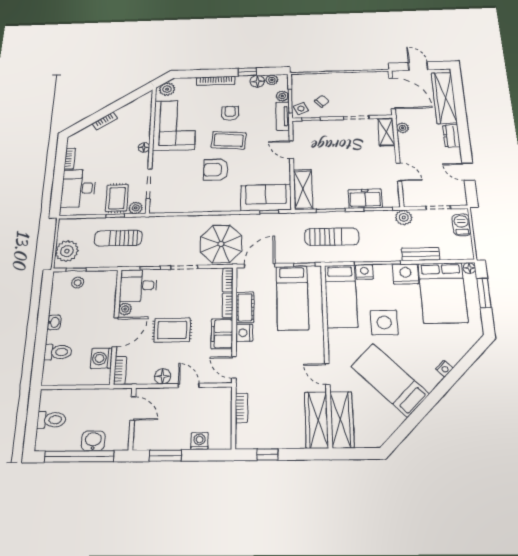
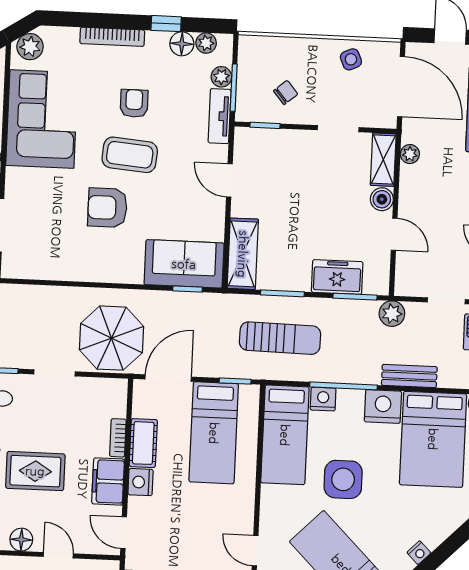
side table: (301, 109) -> (351, 59), moved
boiler: (388, 153) -> (382, 199), added
bookcase: (228, 280) -> (120, 398), removed

